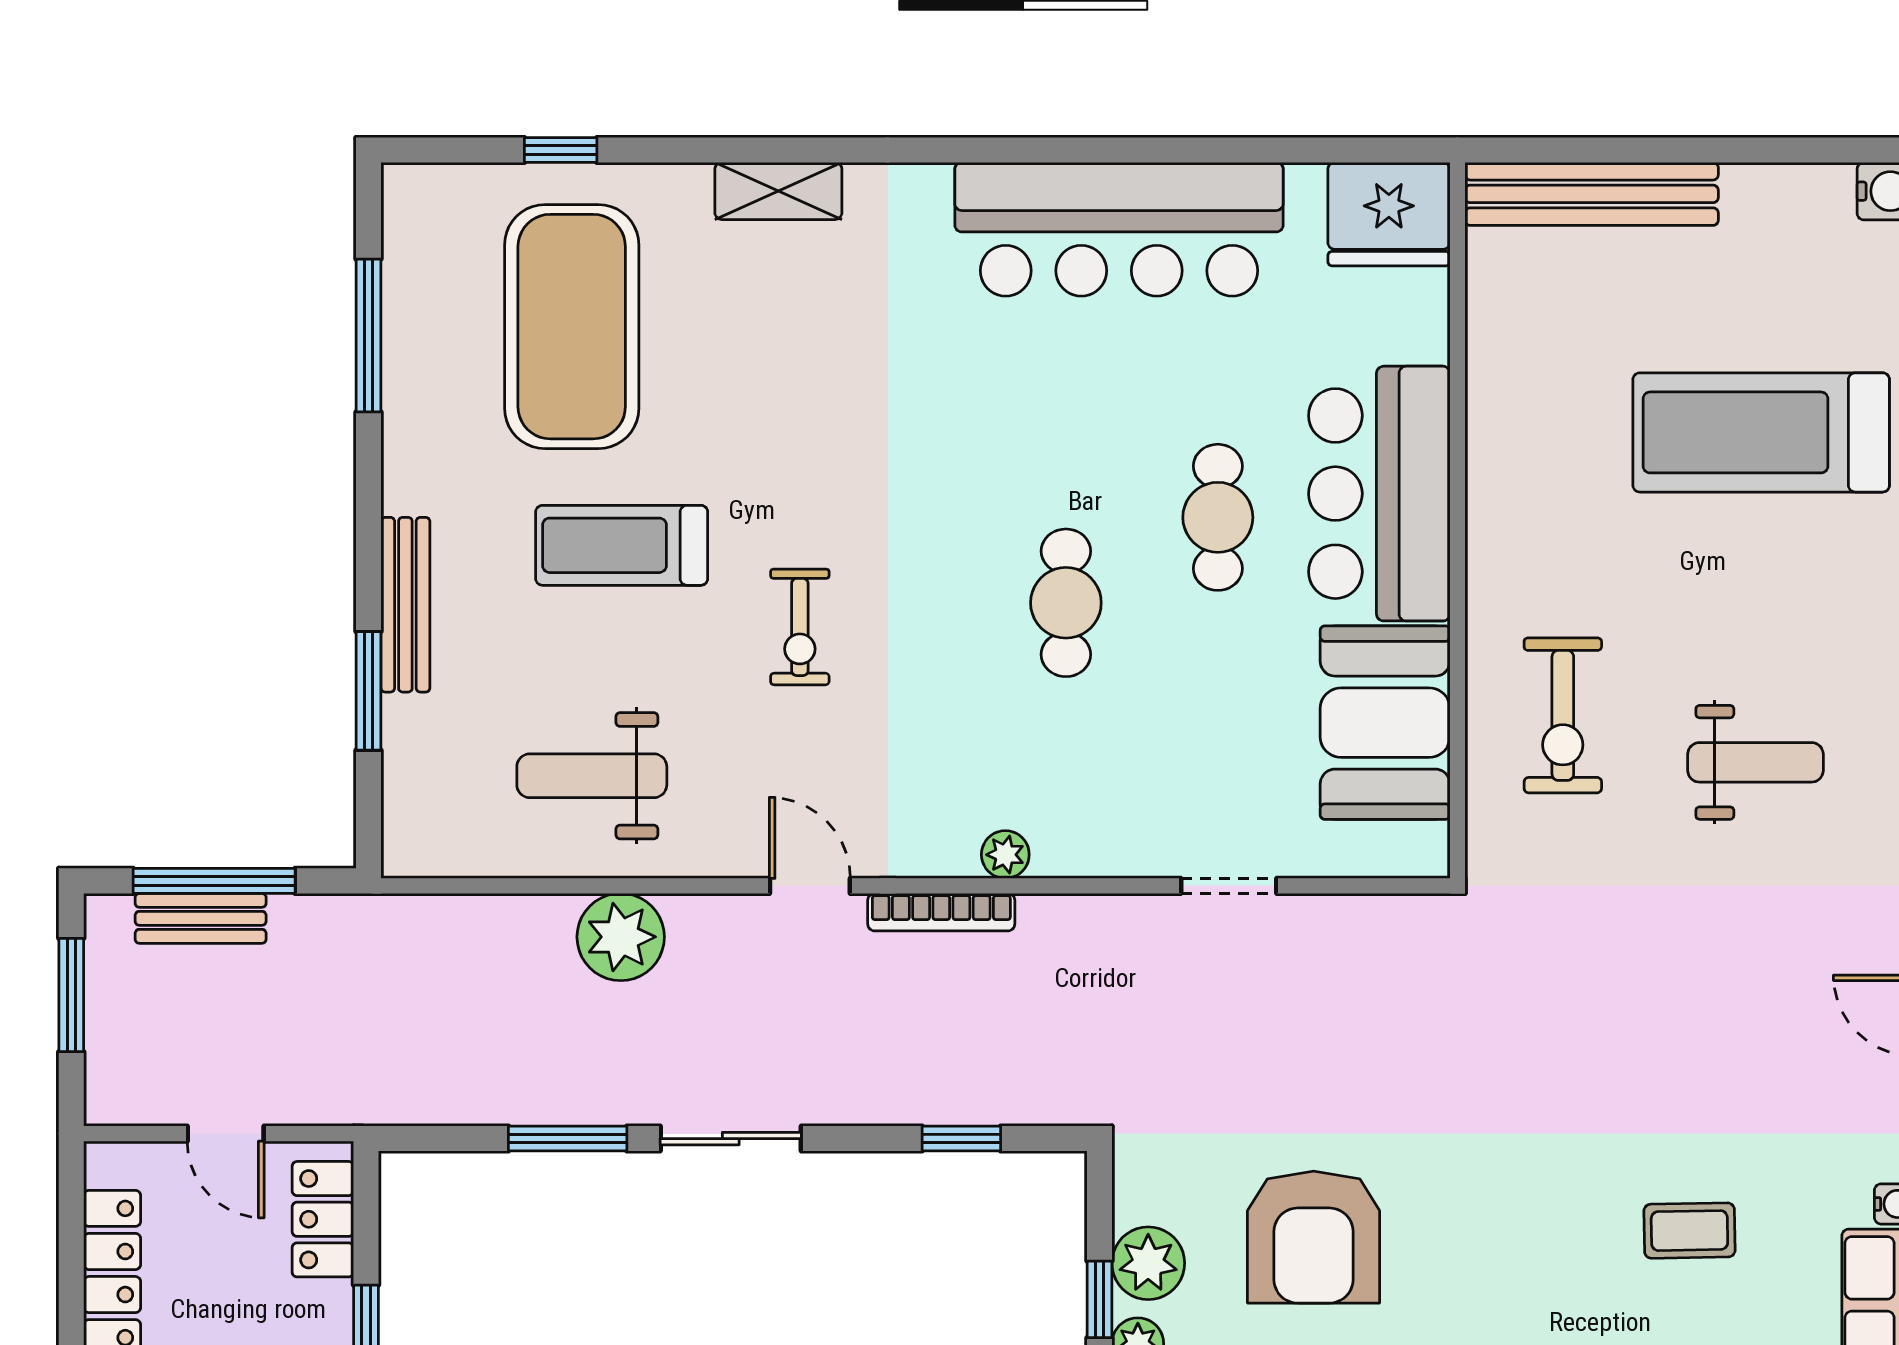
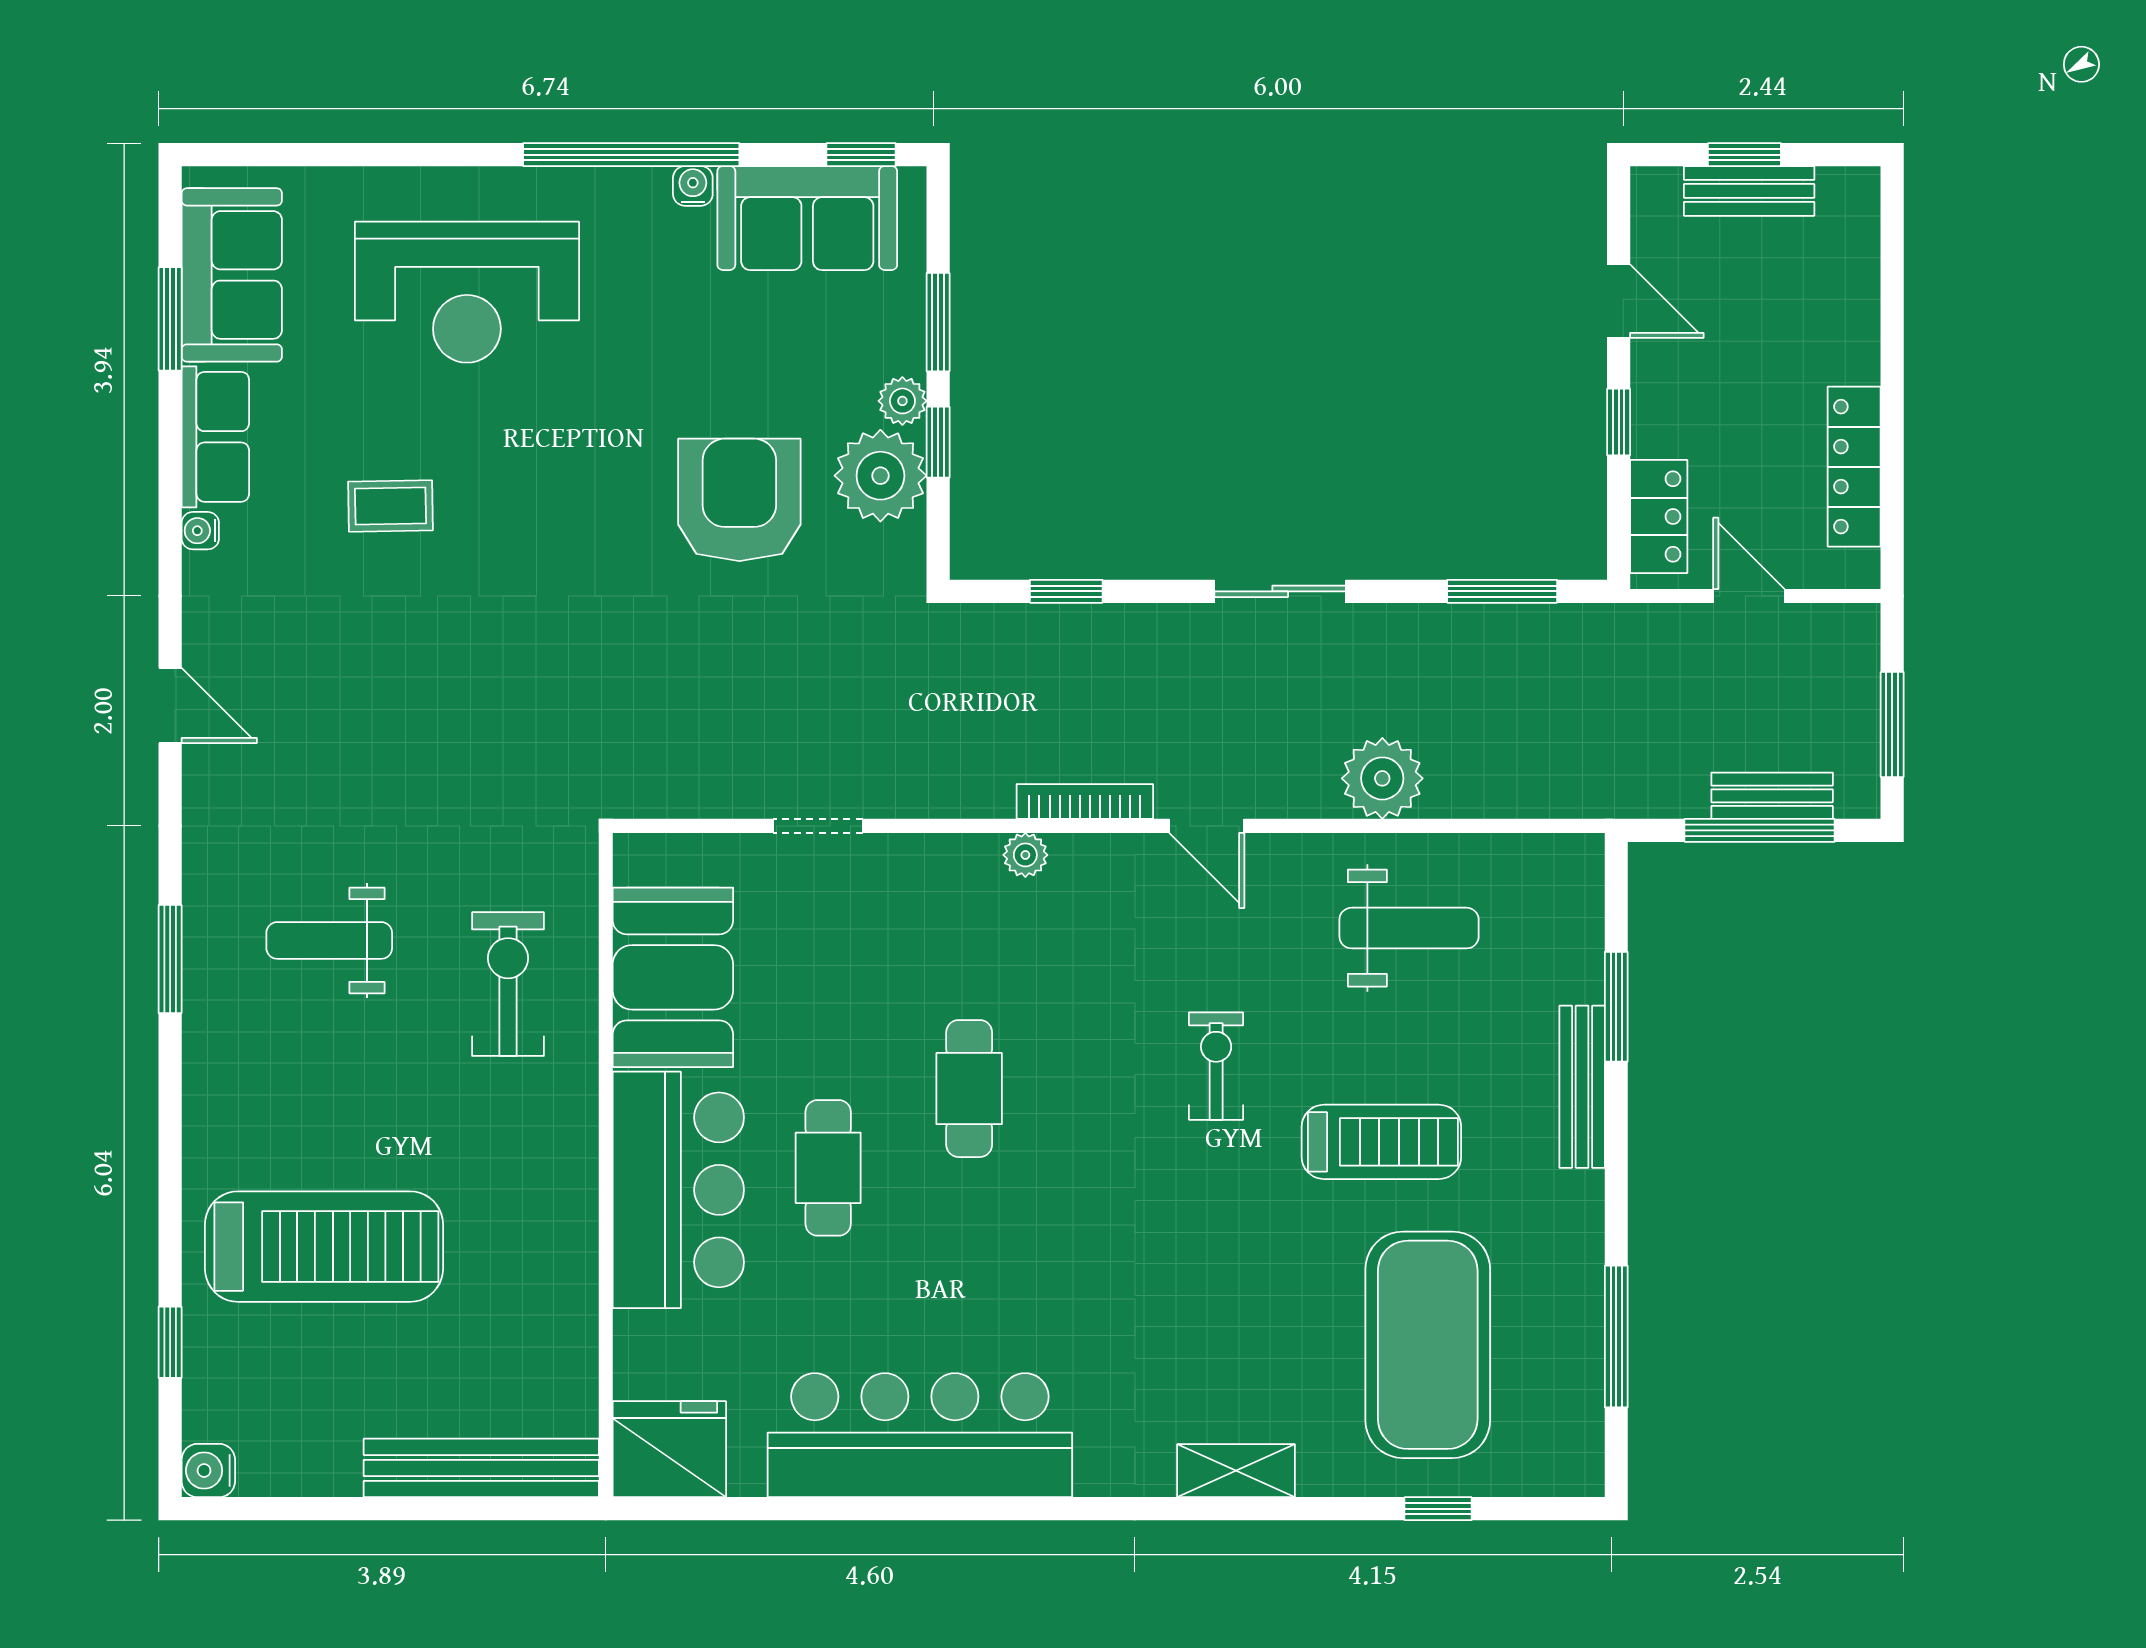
window: (568, 1139) -> (1502, 591), moved
plant: (1148, 1263) -> (880, 476), width x1.36, depth x1.36

